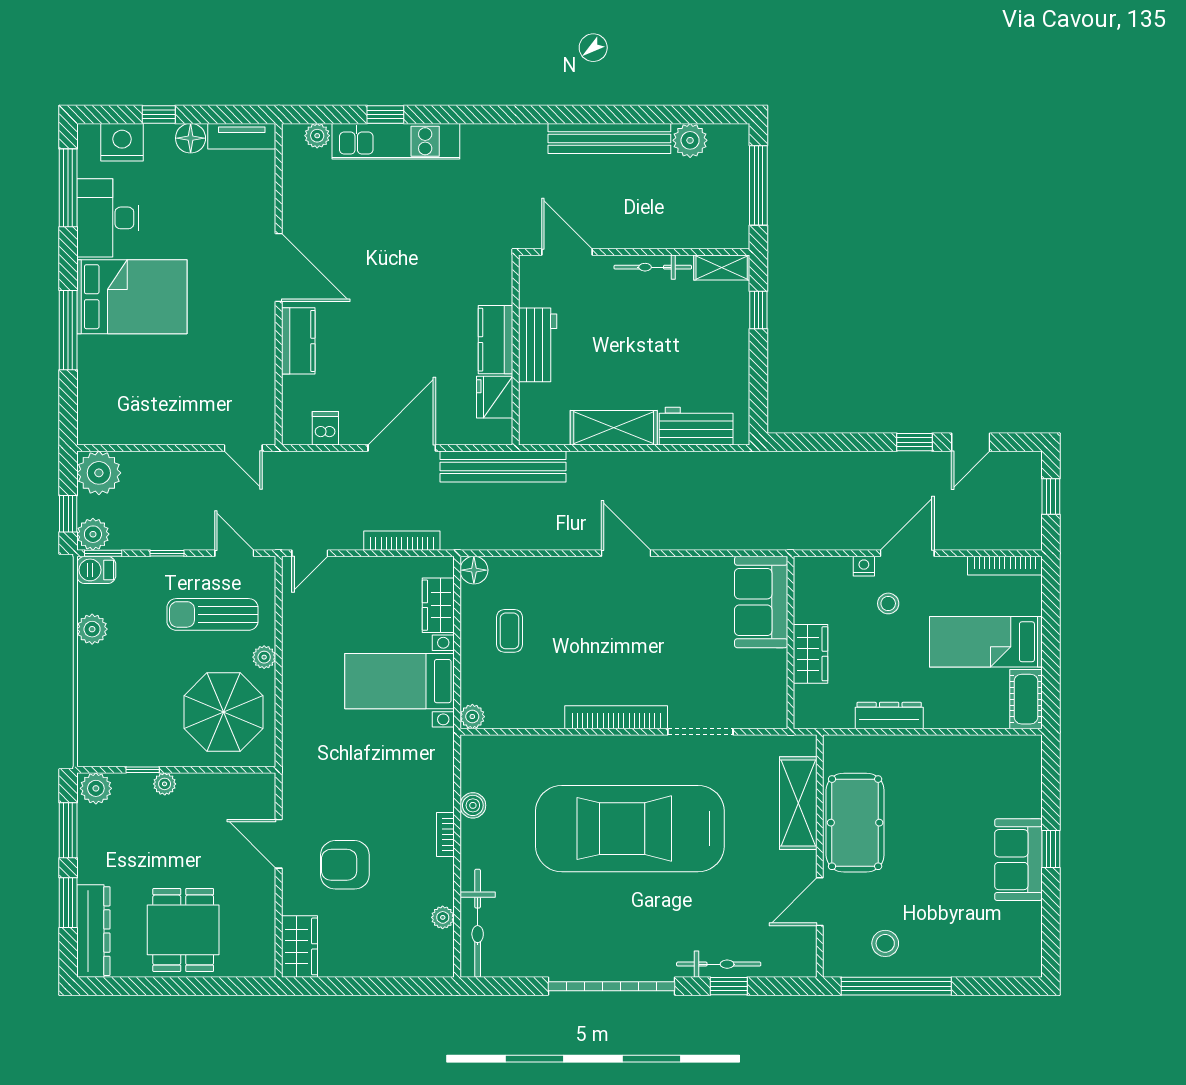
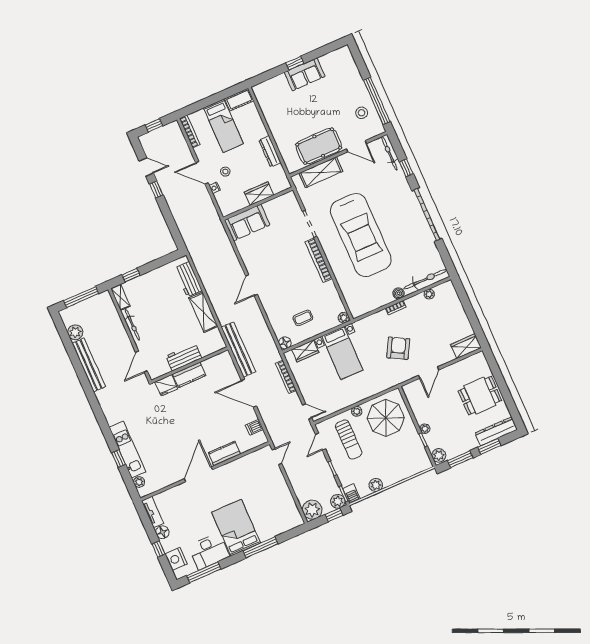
fridge: (495, 397) -> (166, 385), moved
boiler: (473, 805) -> (399, 293), moved
armchair: (345, 865) -> (398, 348), moved, turned -151
bicycle: (719, 964) -> (389, 153), moved

